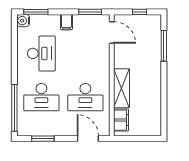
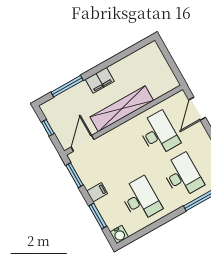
window: (36, 12) -> (98, 216), moved
desk: (41, 53) -> (141, 199), turned 90
shelving: (122, 88) -> (122, 109), width x1.47
filing cabinet: (121, 120) -> (100, 80), moved, turned 180

